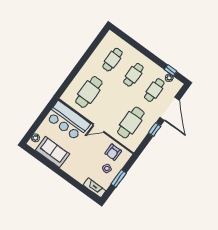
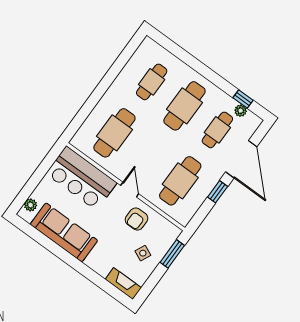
cafe table: (133, 75) -> (185, 106), width x1.37, depth x1.35
door: (99, 128) -> (130, 190), swing flipped
sofa: (52, 152) -> (64, 232), width x1.36
armchair: (113, 152) -> (137, 219), moved
window: (119, 179) -> (172, 254), moved

